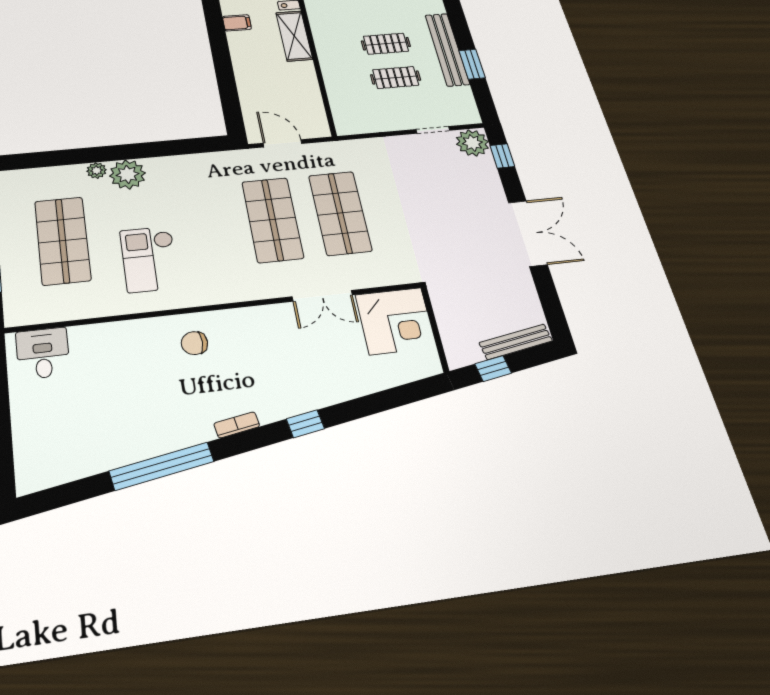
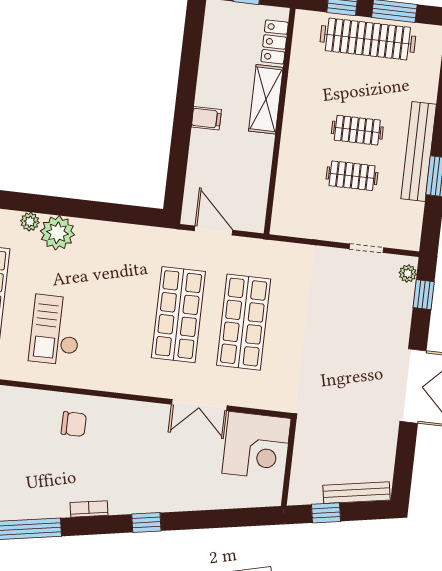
filing cabinet: (237, 23) -> (206, 118), moved
plant: (472, 143) -> (408, 273), width x0.53, depth x0.53
chair: (194, 343) -> (74, 424), turned 180

